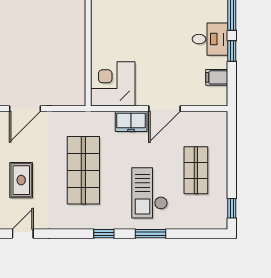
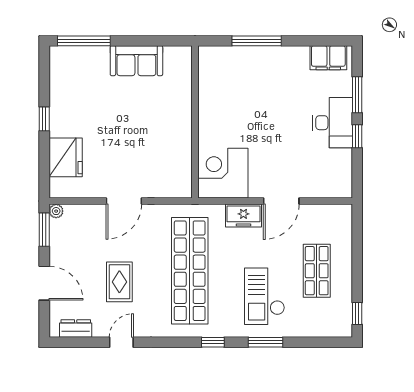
desk: (210, 39) -> (333, 123), width x1.37
filing cabinet: (217, 77) -> (340, 166), removed
shop shelf: (83, 170) -> (190, 271), width x1.40

